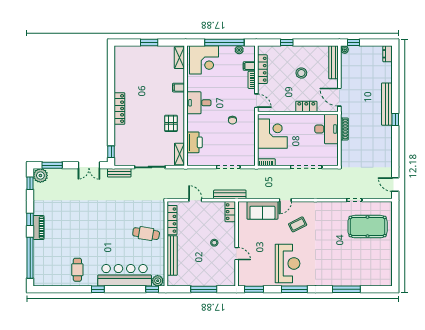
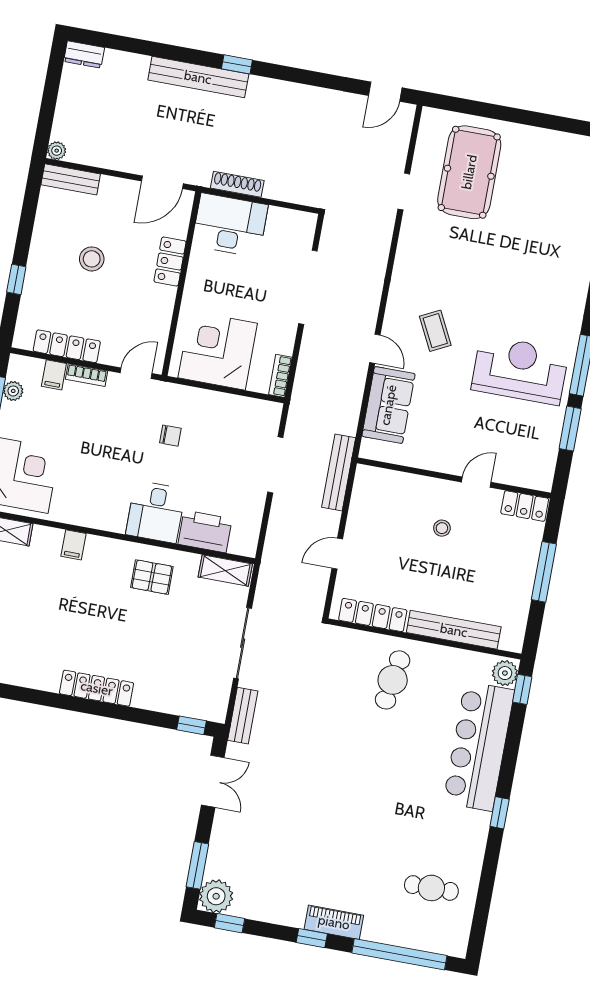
window: (353, 43) -> (44, 127), removed
bench: (333, 62) -> (71, 179), width x0.73
desk: (199, 103) -> (156, 512), moved
locker: (230, 212) -> (525, 506), moved
cafe table: (77, 270) -> (431, 888), moved
window: (254, 289) -> (570, 429), moved

